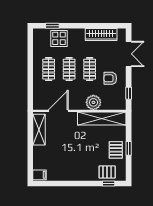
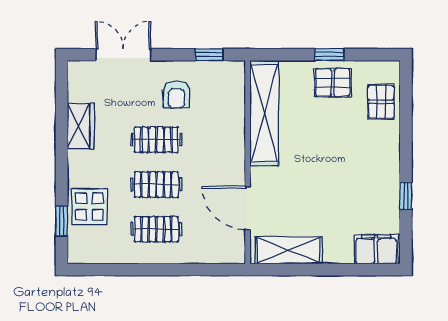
wardrobe: (101, 34) -> (81, 126), width x0.67
plant: (93, 102) -> (229, 131), removed
filing cabinet: (40, 175) -> (376, 249), width x2.00
window: (109, 183) -> (406, 196), moved

